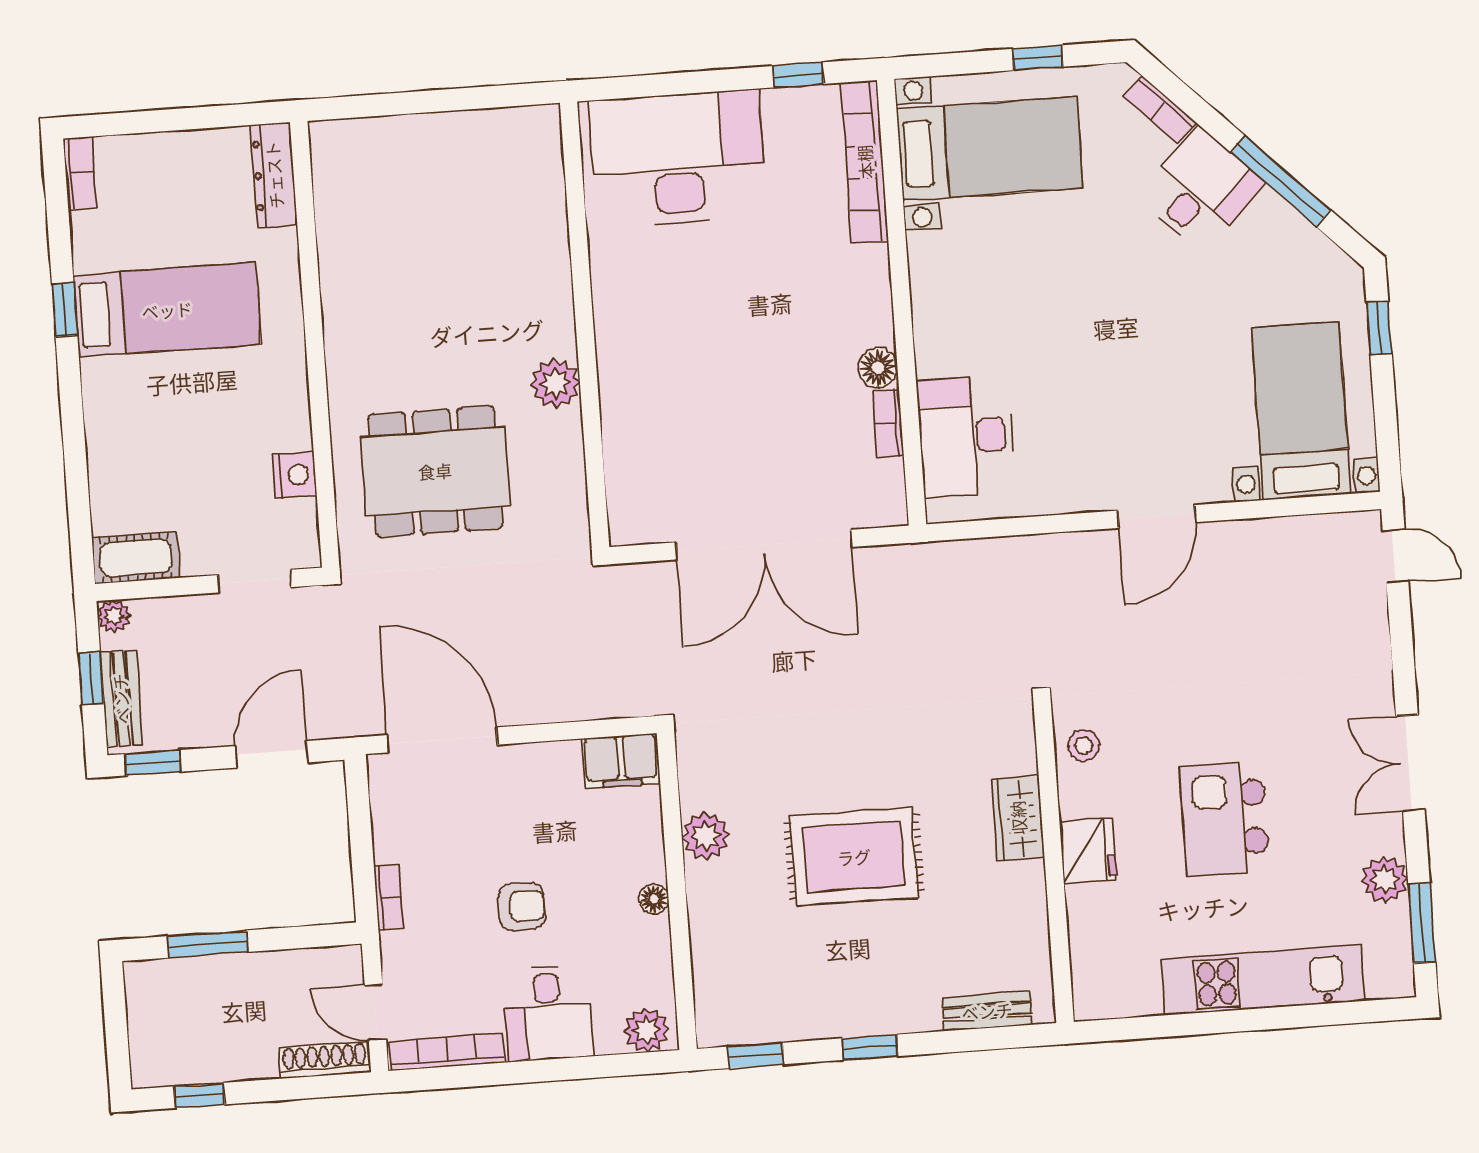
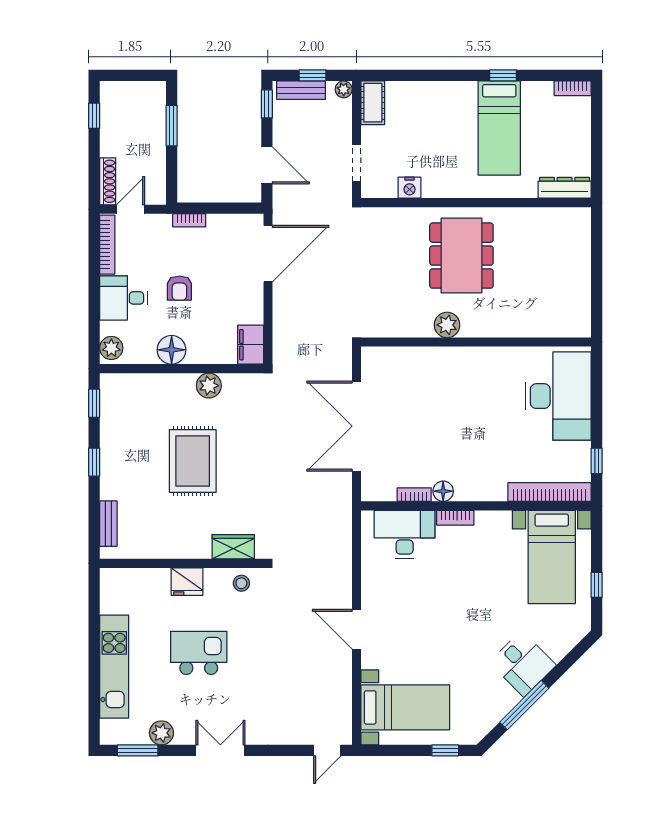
bookcase: (1159, 109) -> (455, 518), moved, turned -135
dining table: (435, 471) -> (461, 256), moved
wardrobe: (1018, 818) -> (233, 547), moved
floor lamp: (654, 899) -> (172, 350), width x1.89, depth x1.89

